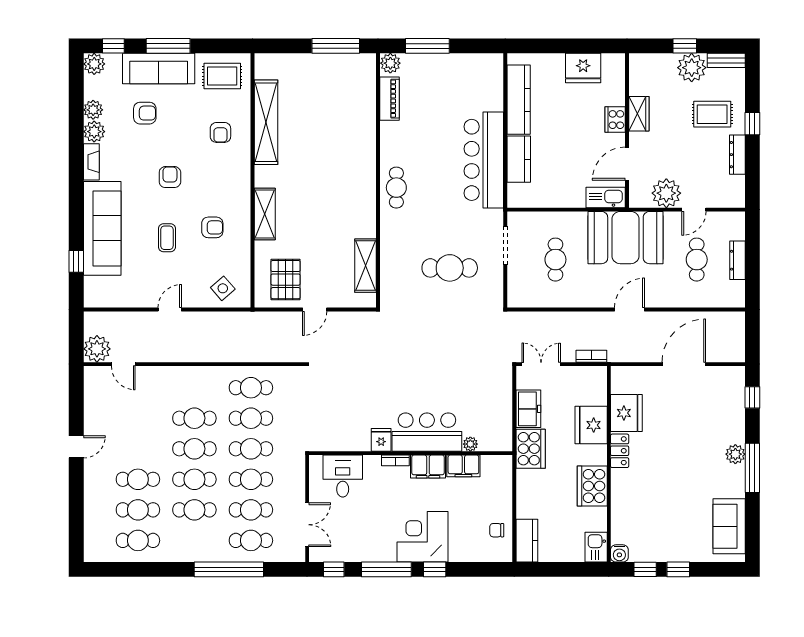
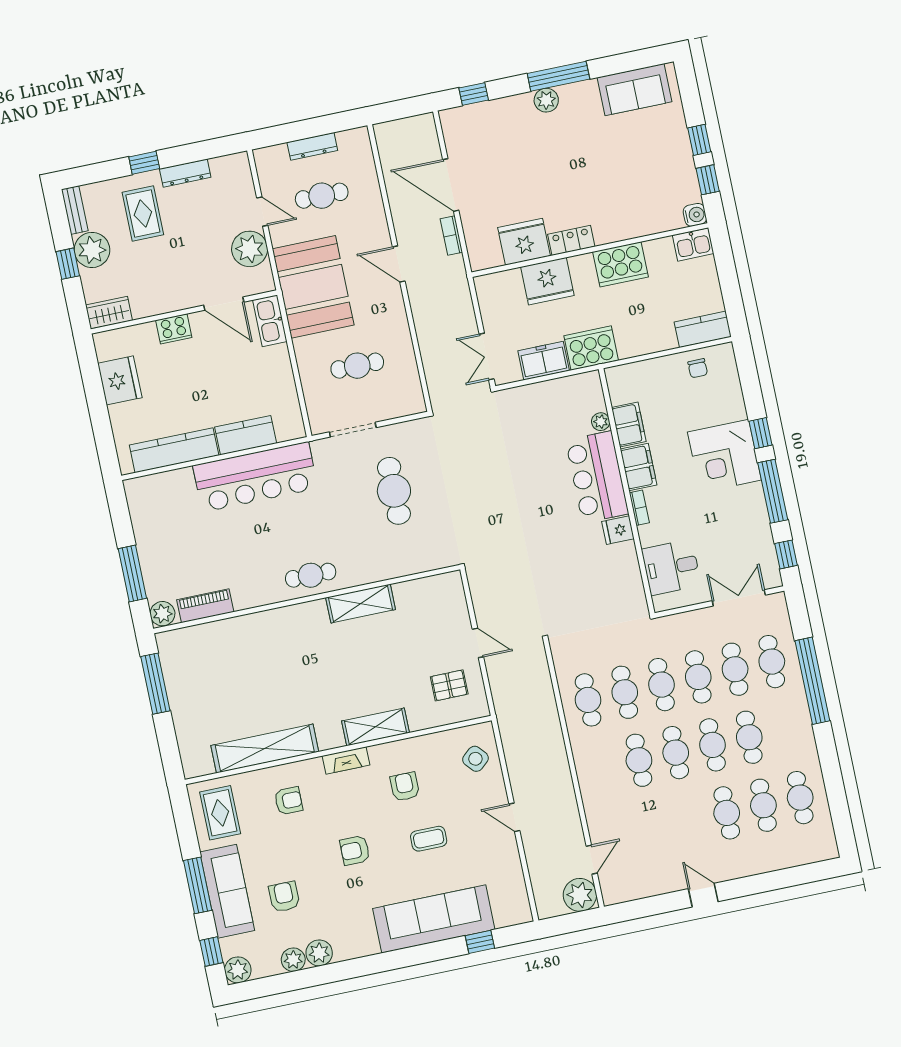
wardrobe: (639, 114) -> (109, 313), moved
fireplace: (91, 162) -> (346, 760), moved, turned 180
shelving: (365, 266) -> (361, 604), moved
pallet: (286, 280) -> (449, 685), width x0.67, depth x0.71
bookcase: (591, 356) -> (451, 235), moved

